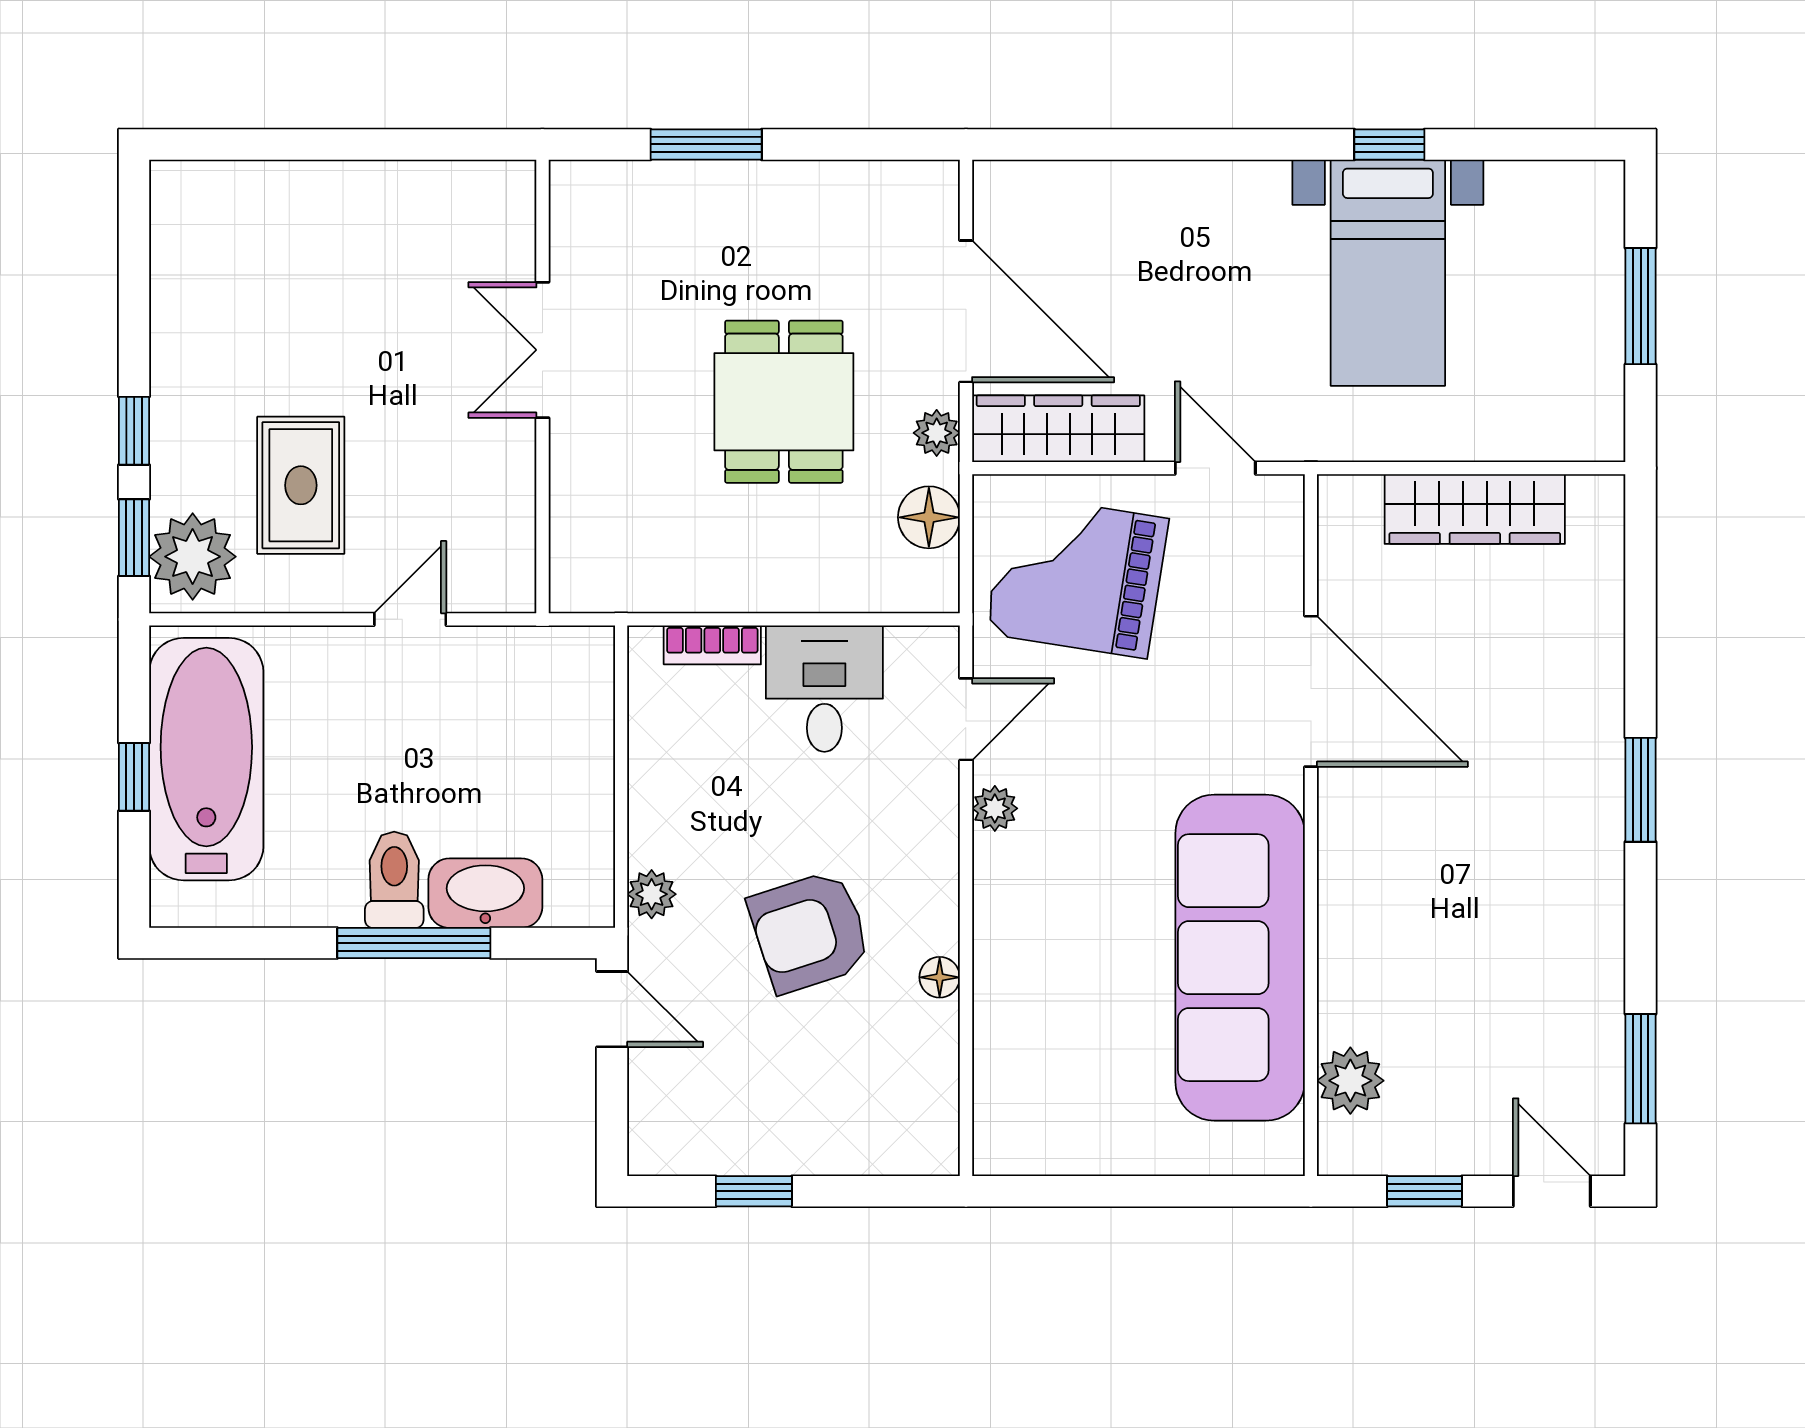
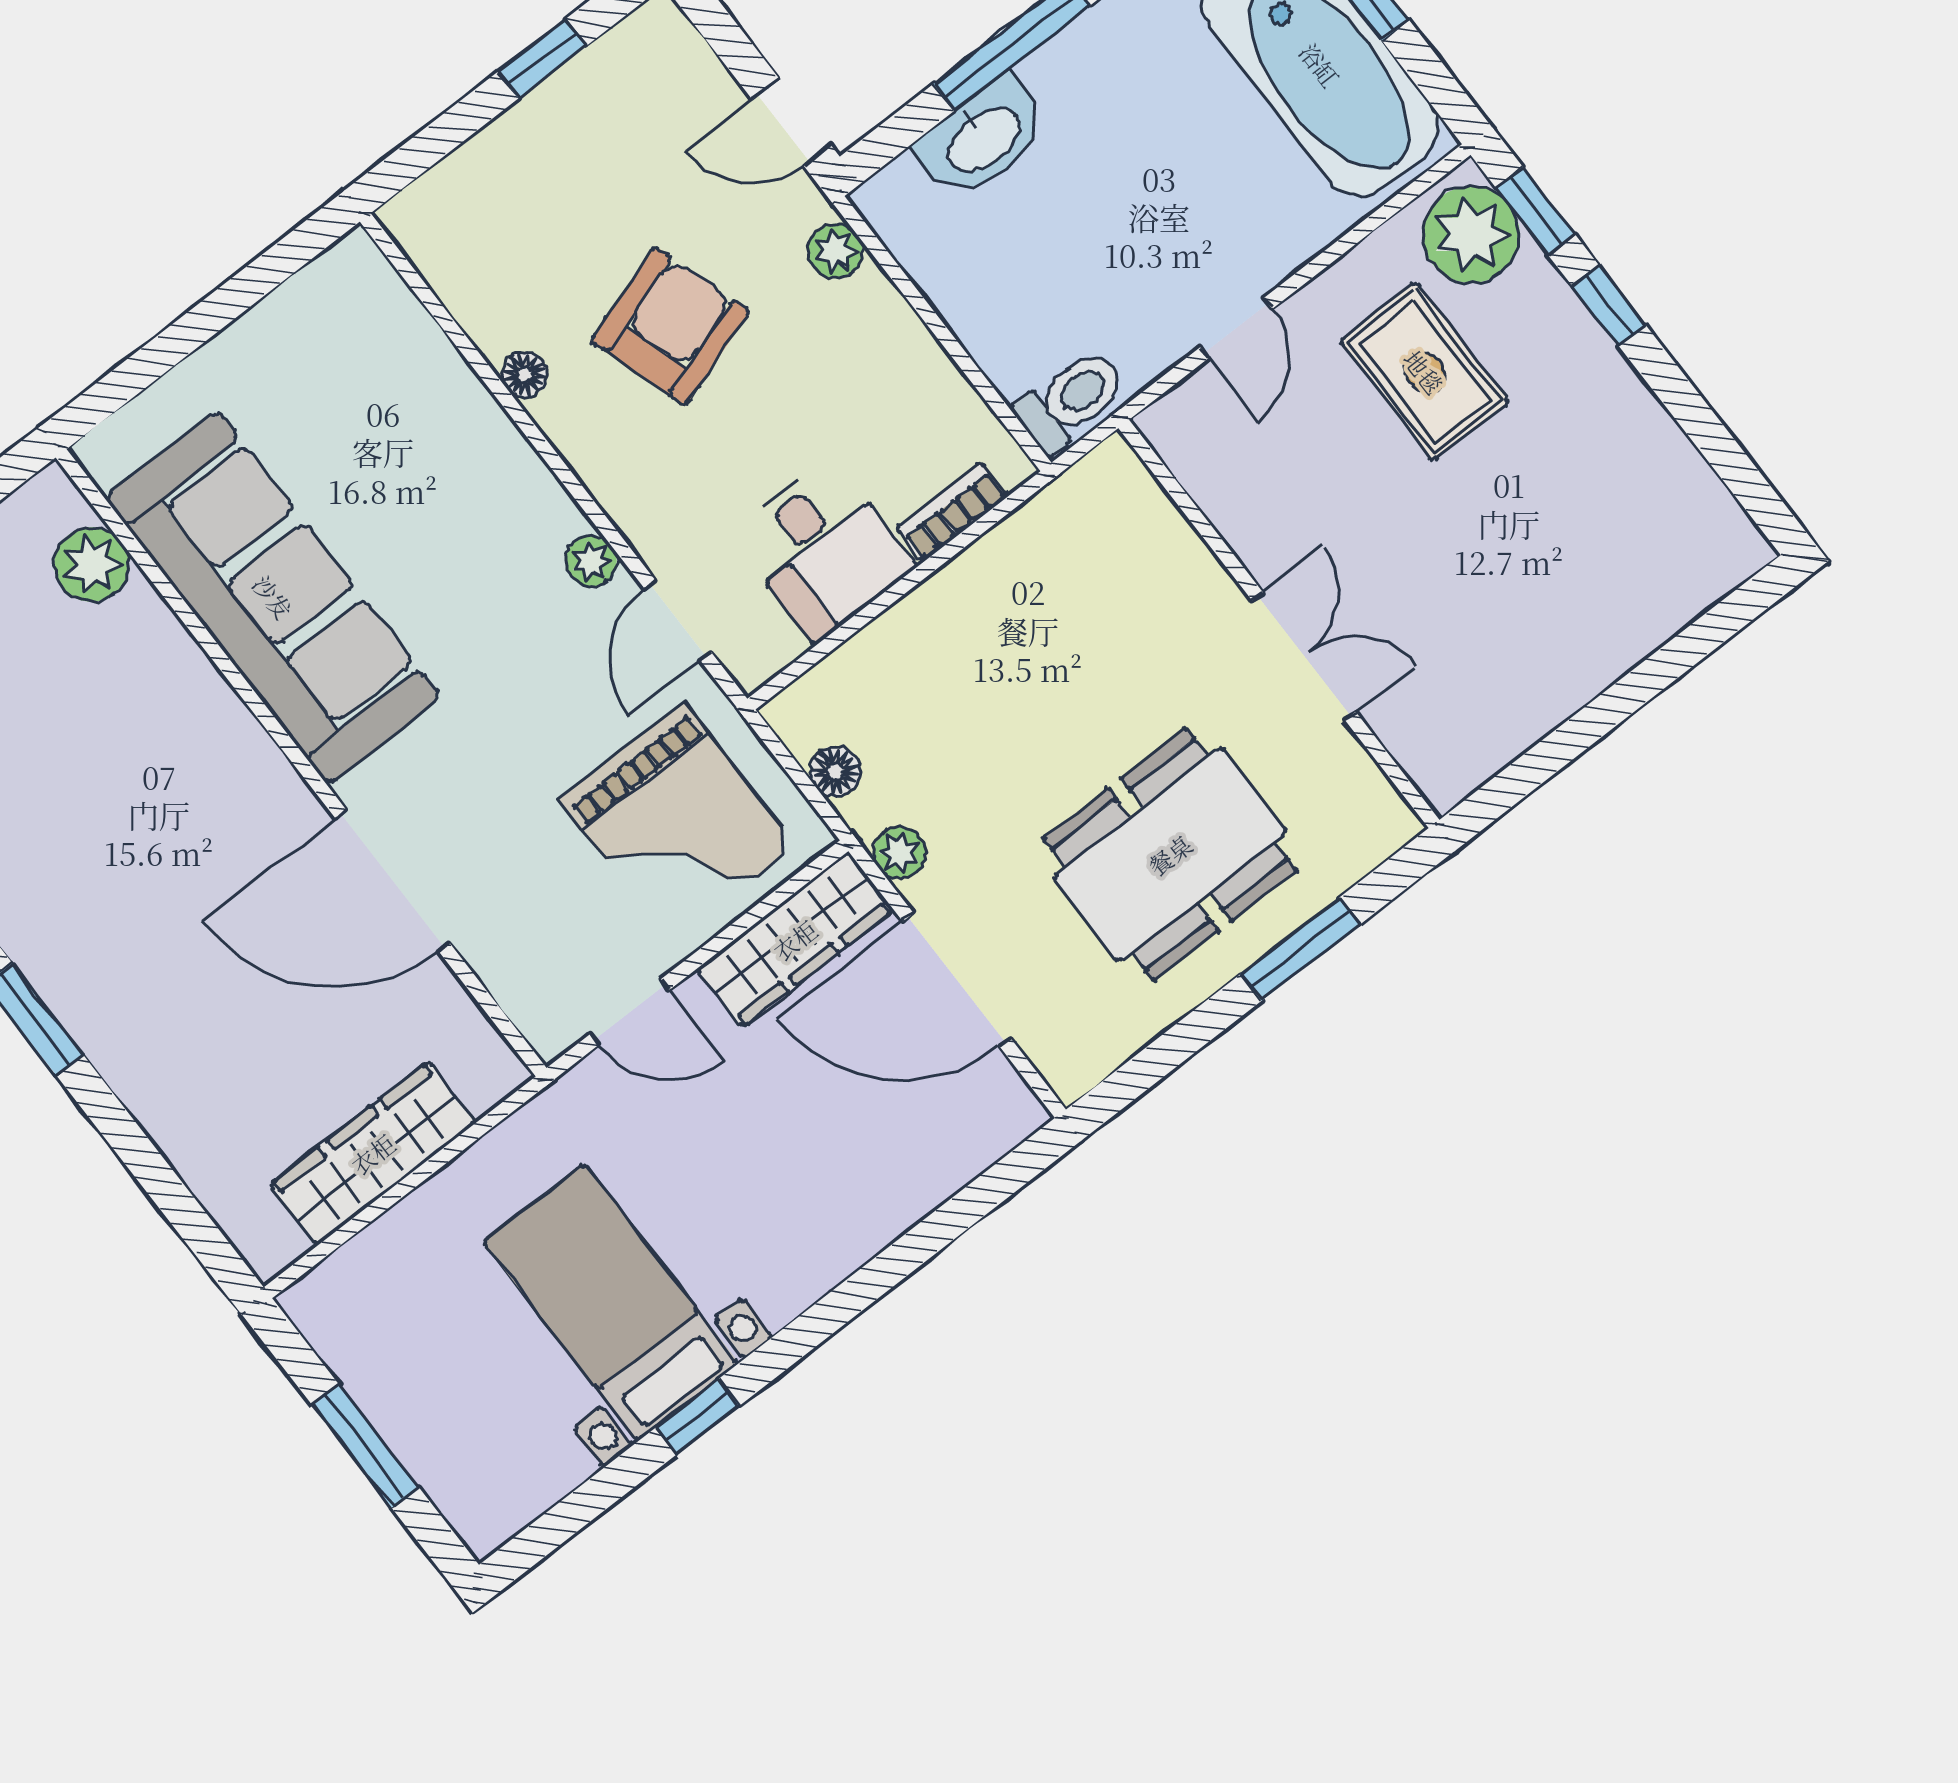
dining table: (784, 402) -> (1170, 855), moved, width x1.38
floor lamp: (929, 517) -> (835, 771), width x0.73, depth x0.73
grand piano: (1077, 576) -> (678, 823), turned 81
toilet: (394, 880) -> (1071, 400), moved, turned -90

